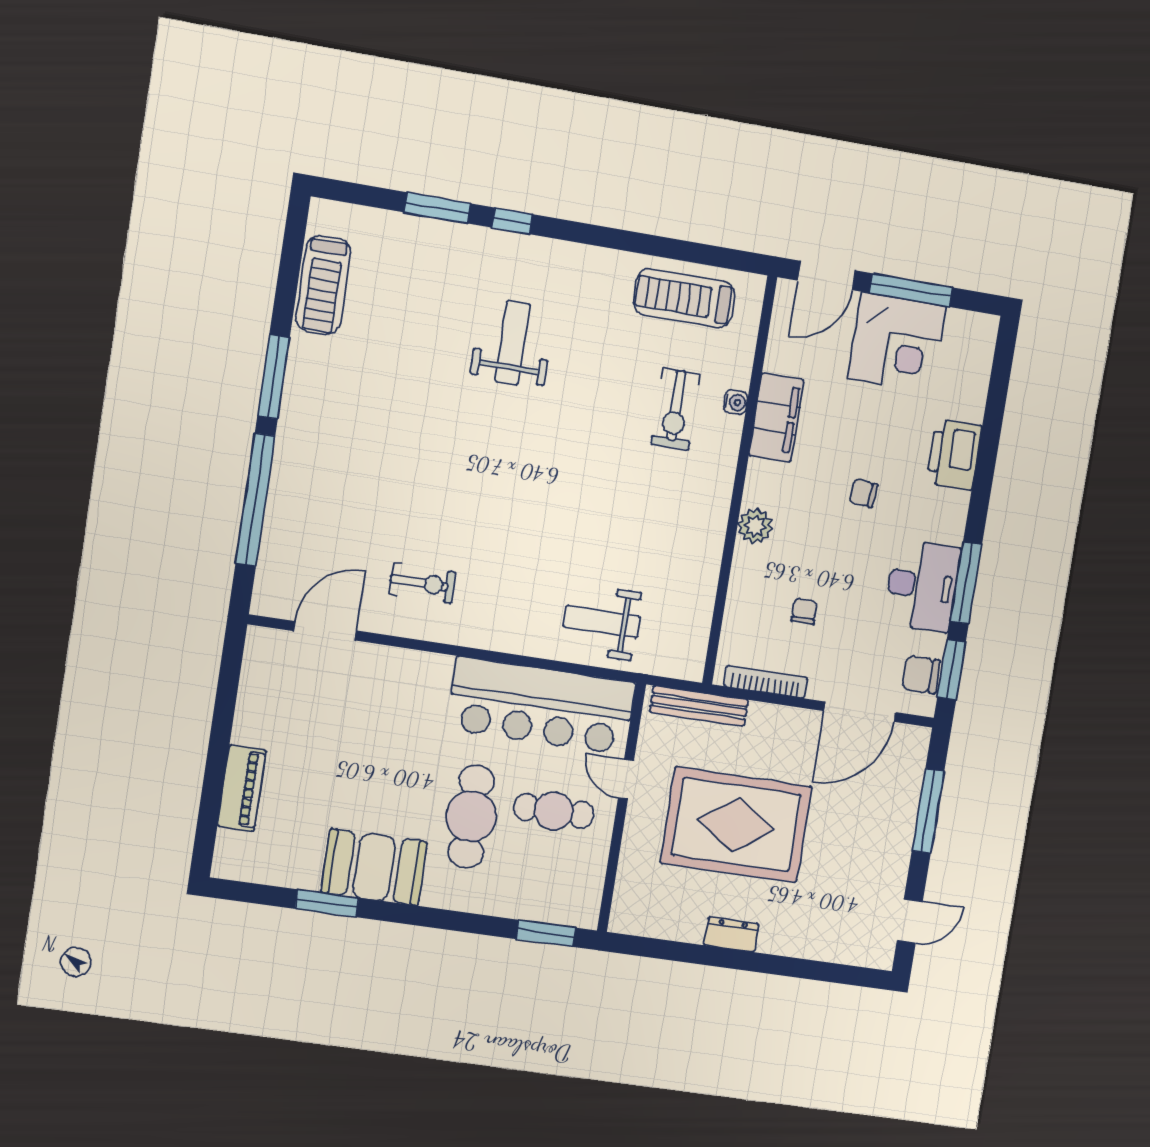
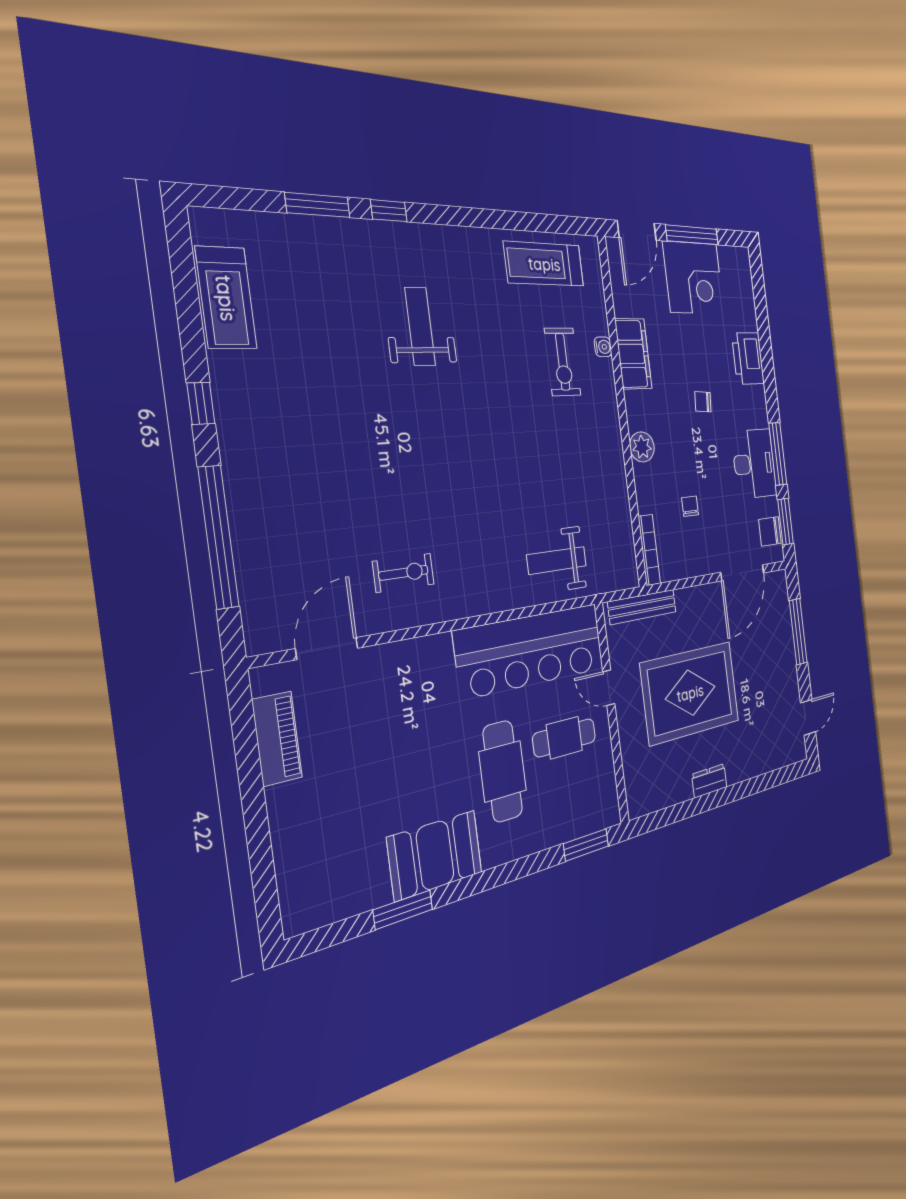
window: (274, 377) -> (201, 403), width x0.46
bookcase: (766, 682) -> (649, 550), moved, turned 90
piano: (242, 788) -> (277, 739), moved

